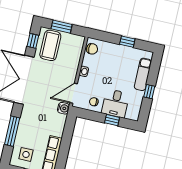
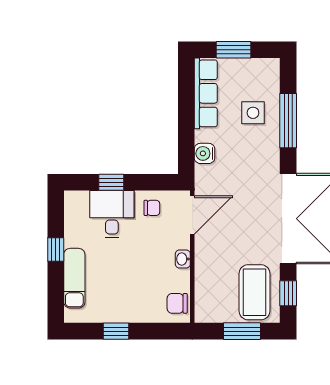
water cooler: (63, 108) -> (205, 153), moved
side table: (26, 154) -> (253, 113), moved

